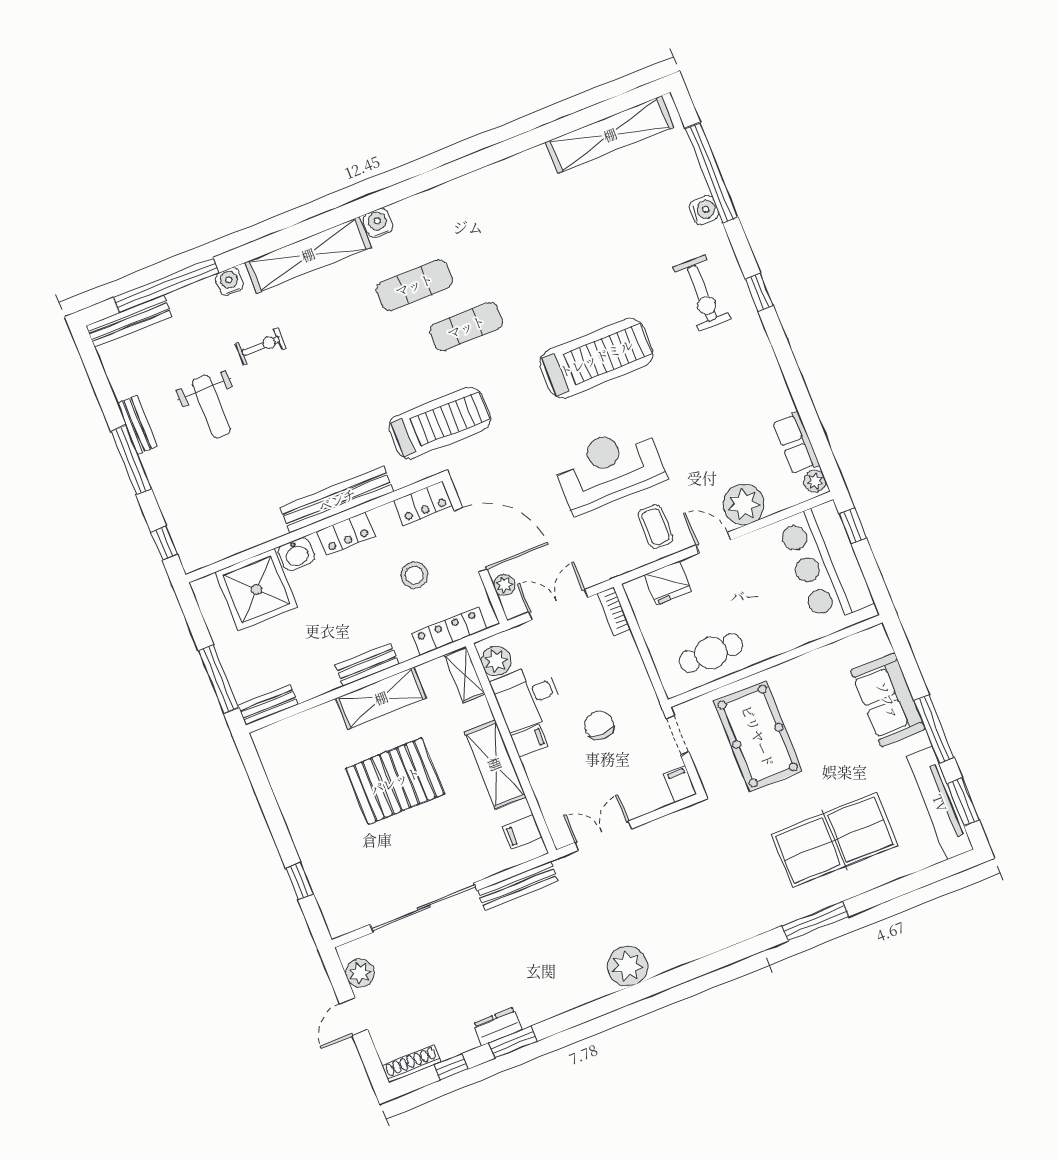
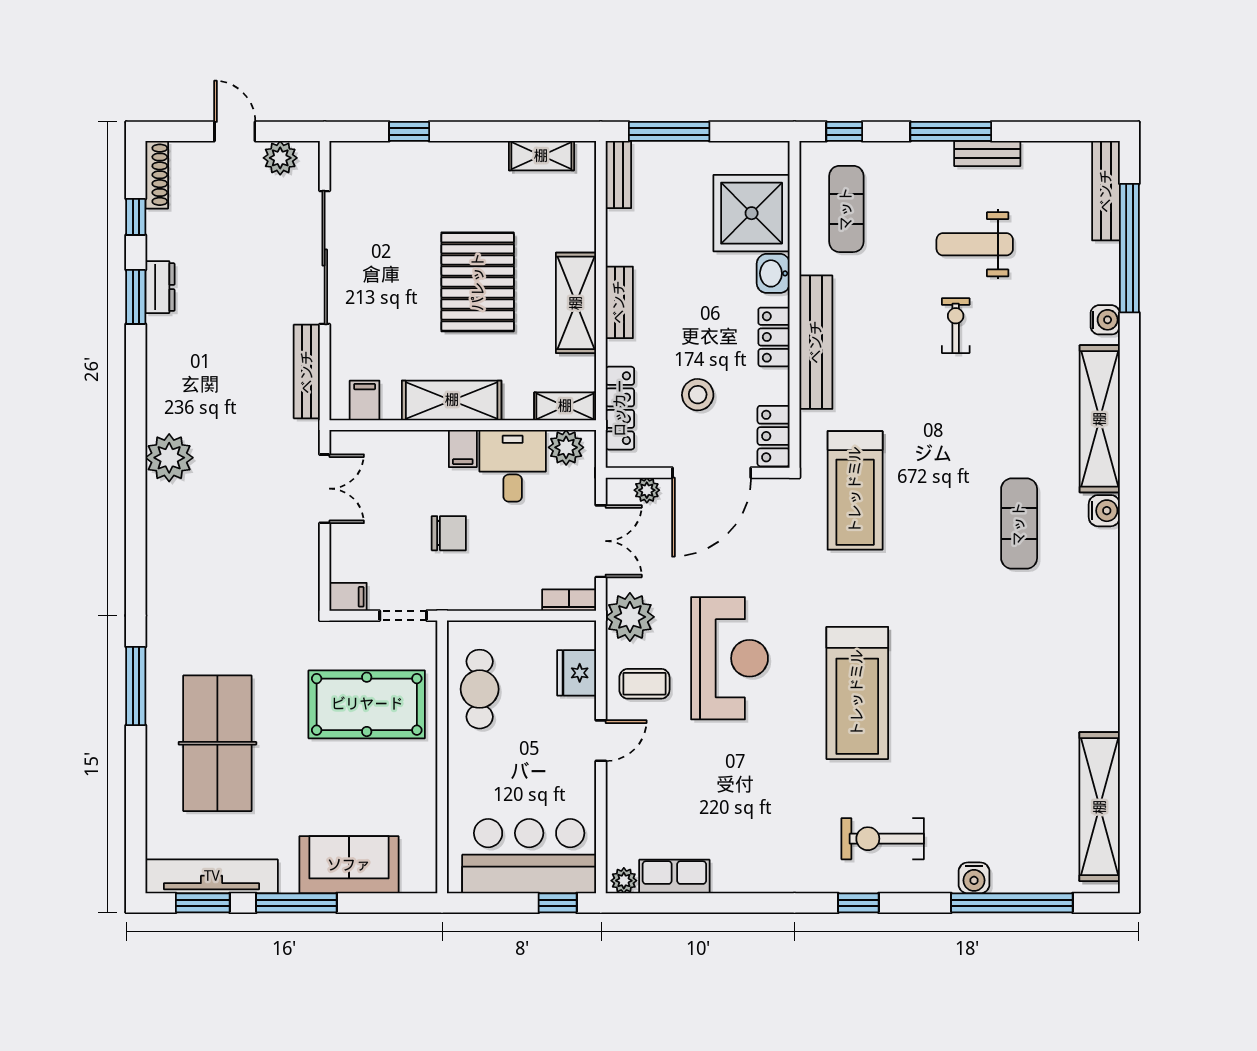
exercise mat: (466, 327) -> (846, 209), moved
exercise bike: (261, 346) -> (956, 326), moved, turned 180
plant: (744, 504) -> (630, 617), moved
shelving: (277, 771) -> (541, 156), added

